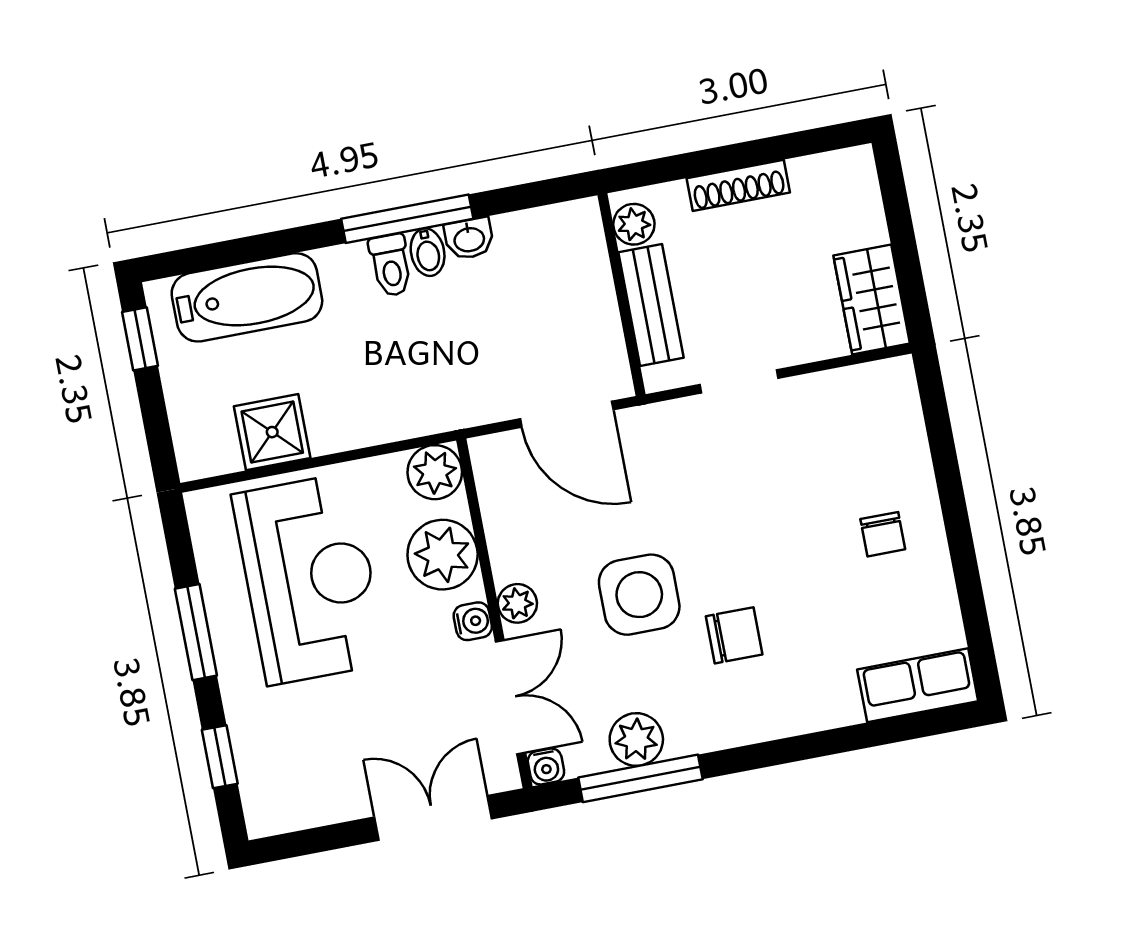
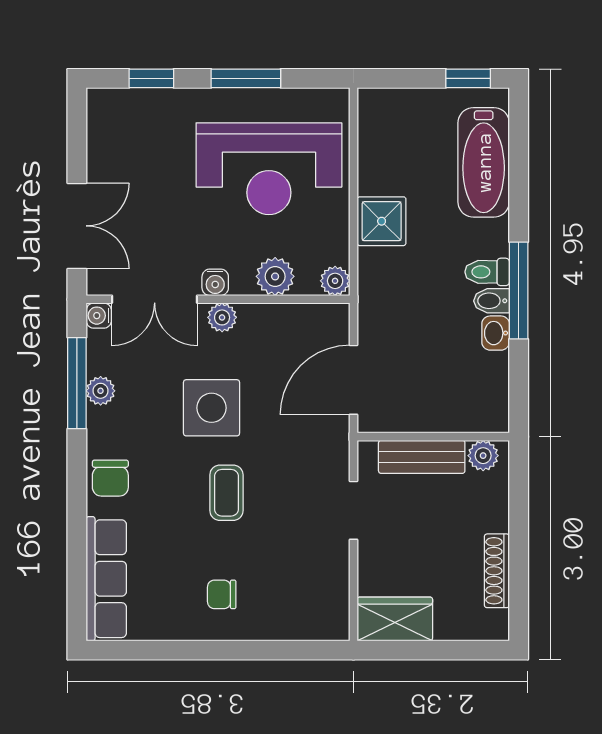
shoe rack: (738, 185) -> (497, 571), moved
shower: (272, 432) -> (382, 221), moved
plant: (435, 472) -> (335, 281), width x0.73, depth x0.73
coffee table: (748, 553) -> (226, 493), added
plant: (443, 555) -> (275, 276), width x0.73, depth x0.73
chair: (734, 635) -> (110, 478), moved
row of seats: (918, 685) -> (106, 579), width x1.48
plant: (636, 739) -> (101, 391), width x0.73, depth x0.73

